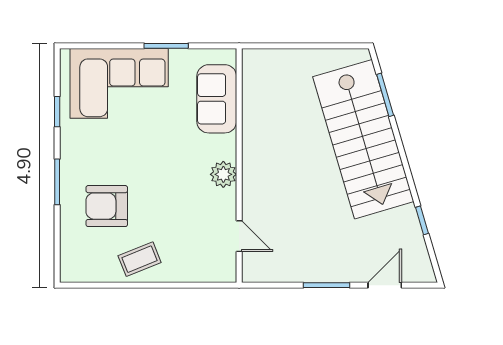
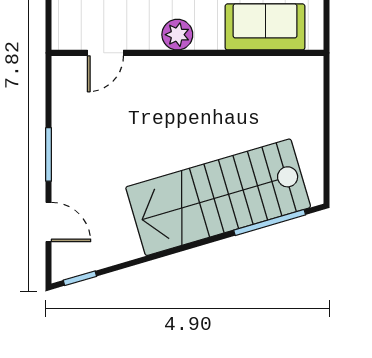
window: (385, 95) -> (270, 223), width x1.44
window: (422, 220) -> (80, 278), moved

